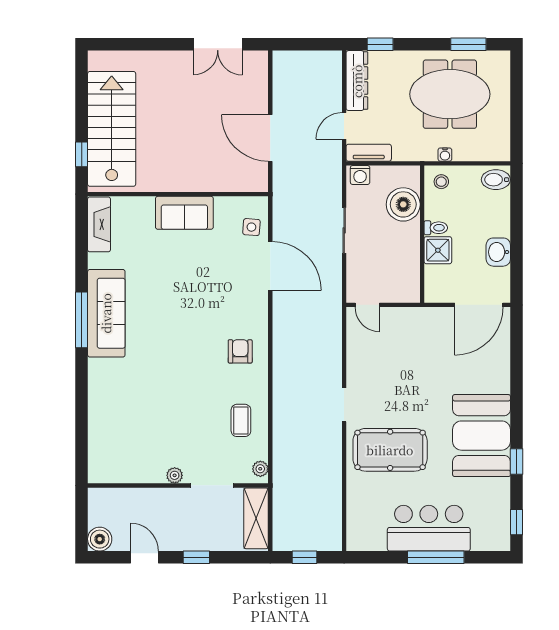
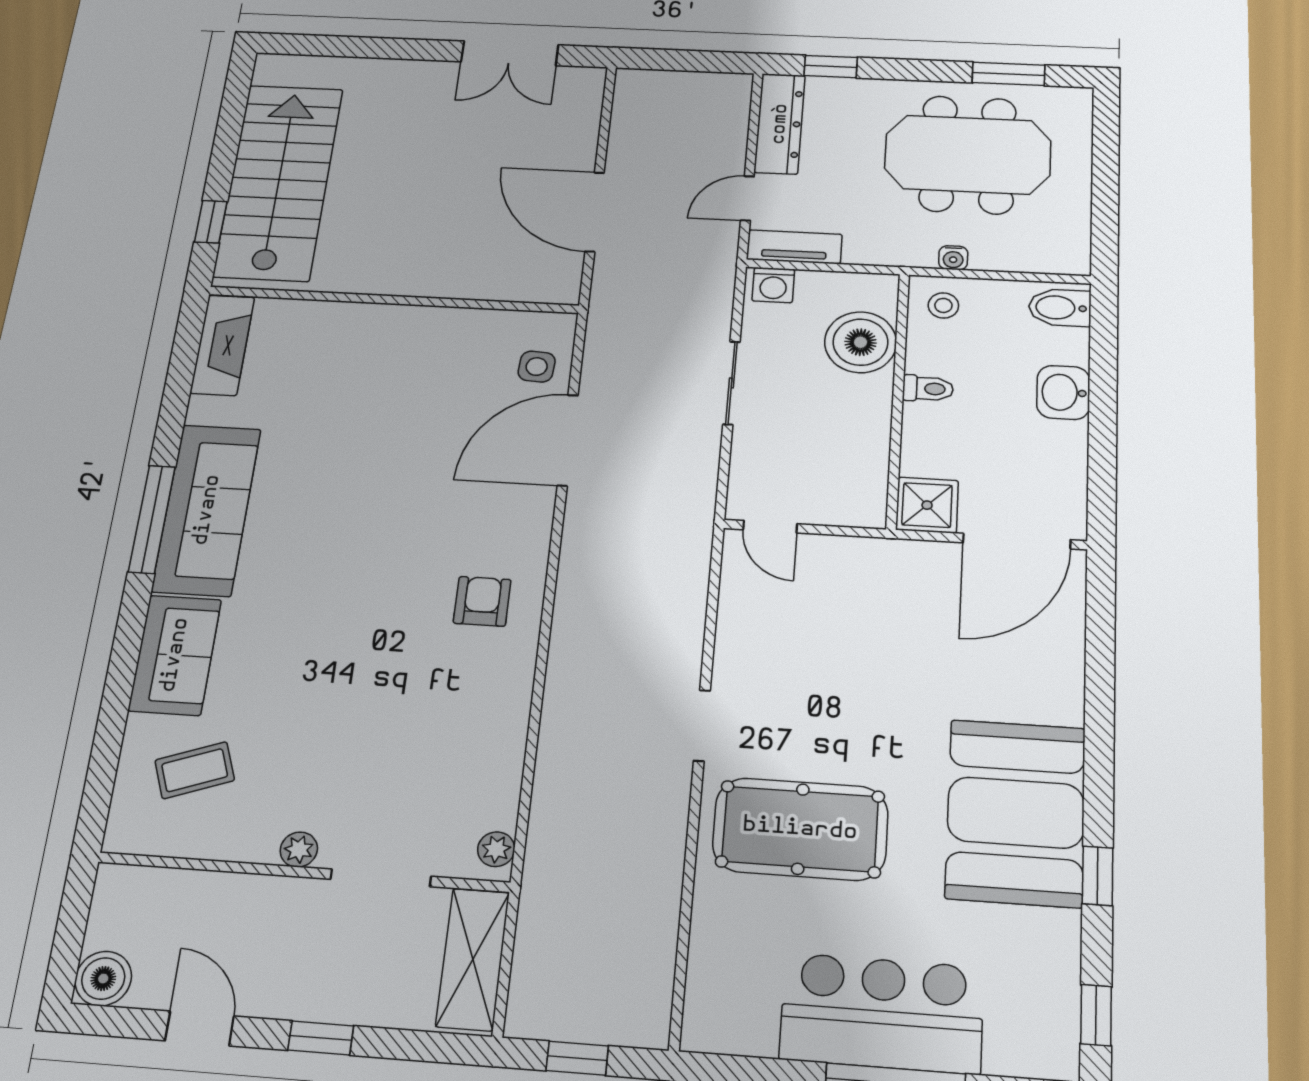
sofa: (184, 213) -> (175, 655), moved, turned -90
shower: (438, 250) -> (927, 505), moved
washbasin: (498, 252) -> (1063, 392), moved
door: (270, 266) -> (568, 440), swing flipped
coffee table: (241, 420) -> (195, 770), moved, turned 70

